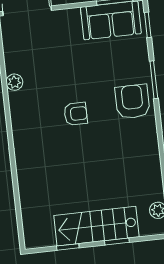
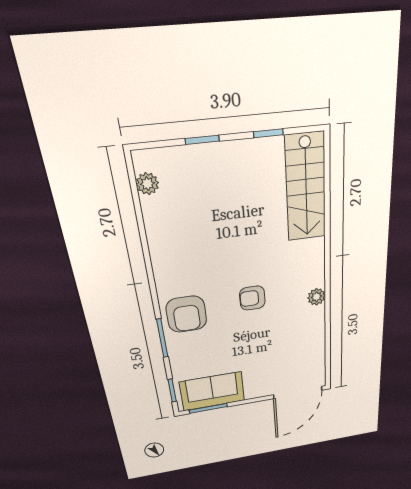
plant: (14, 82) -> (316, 297), moved
stairs: (96, 226) -> (306, 188), moved, turned 90

